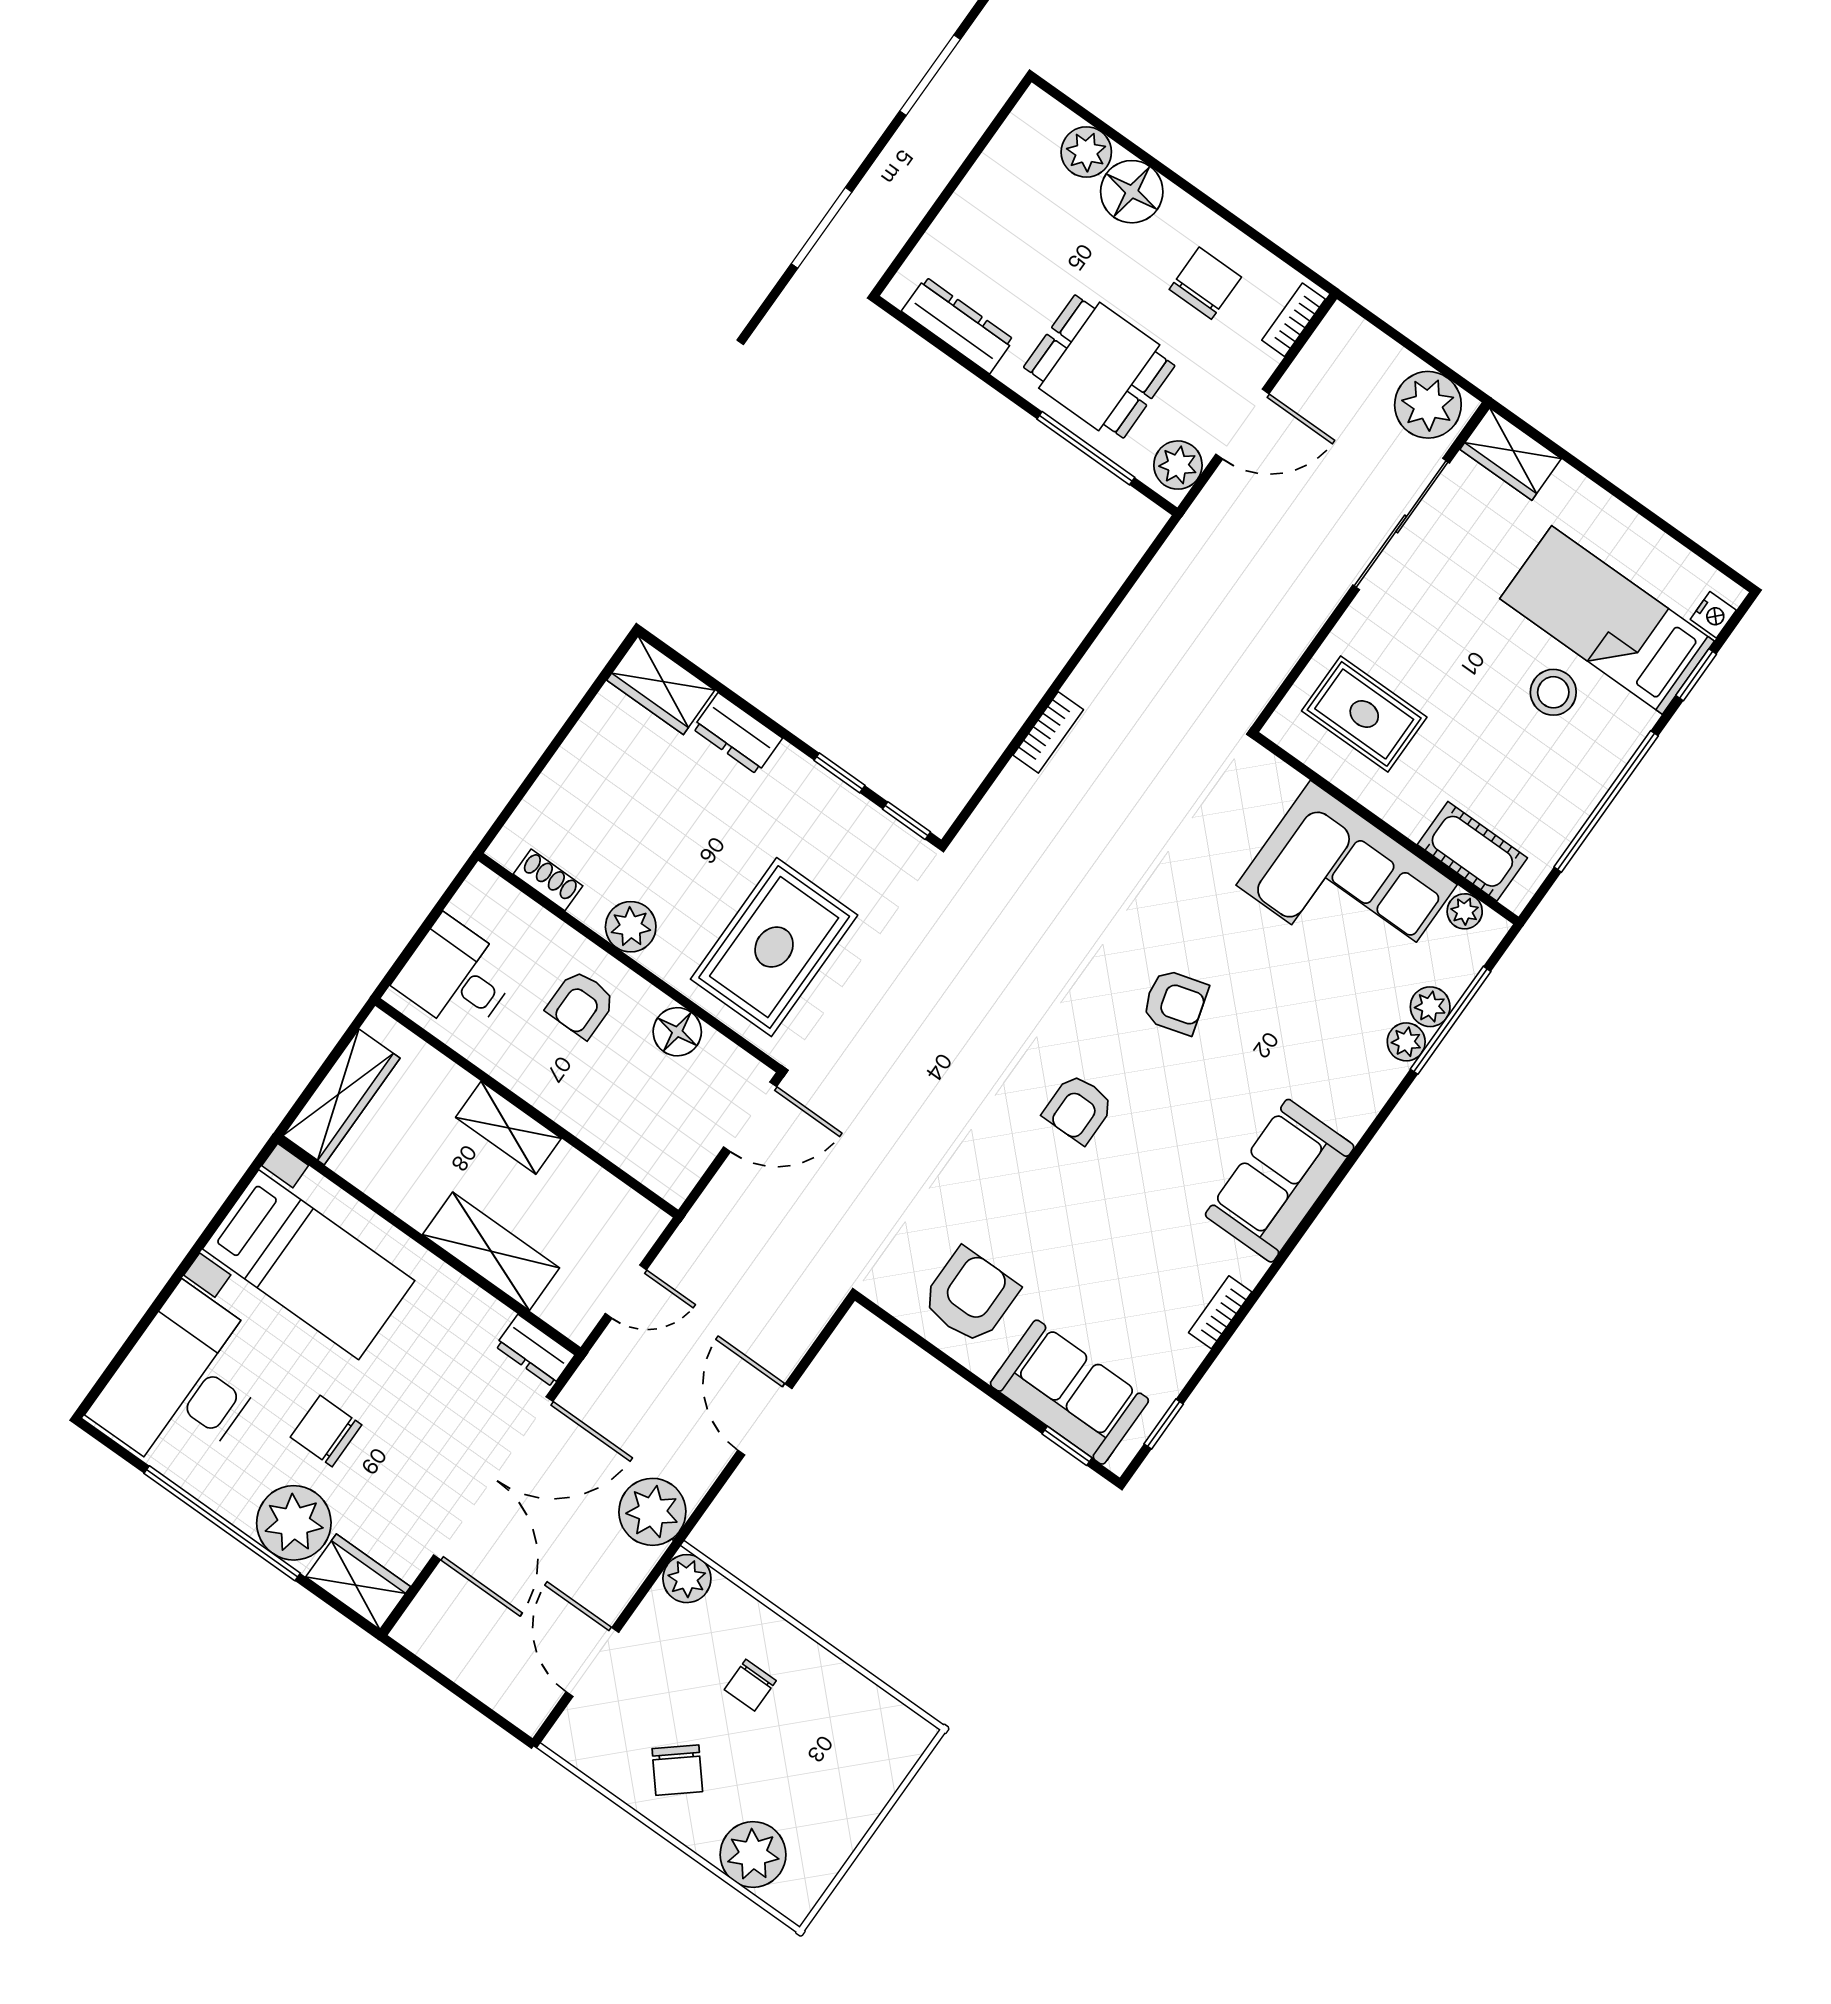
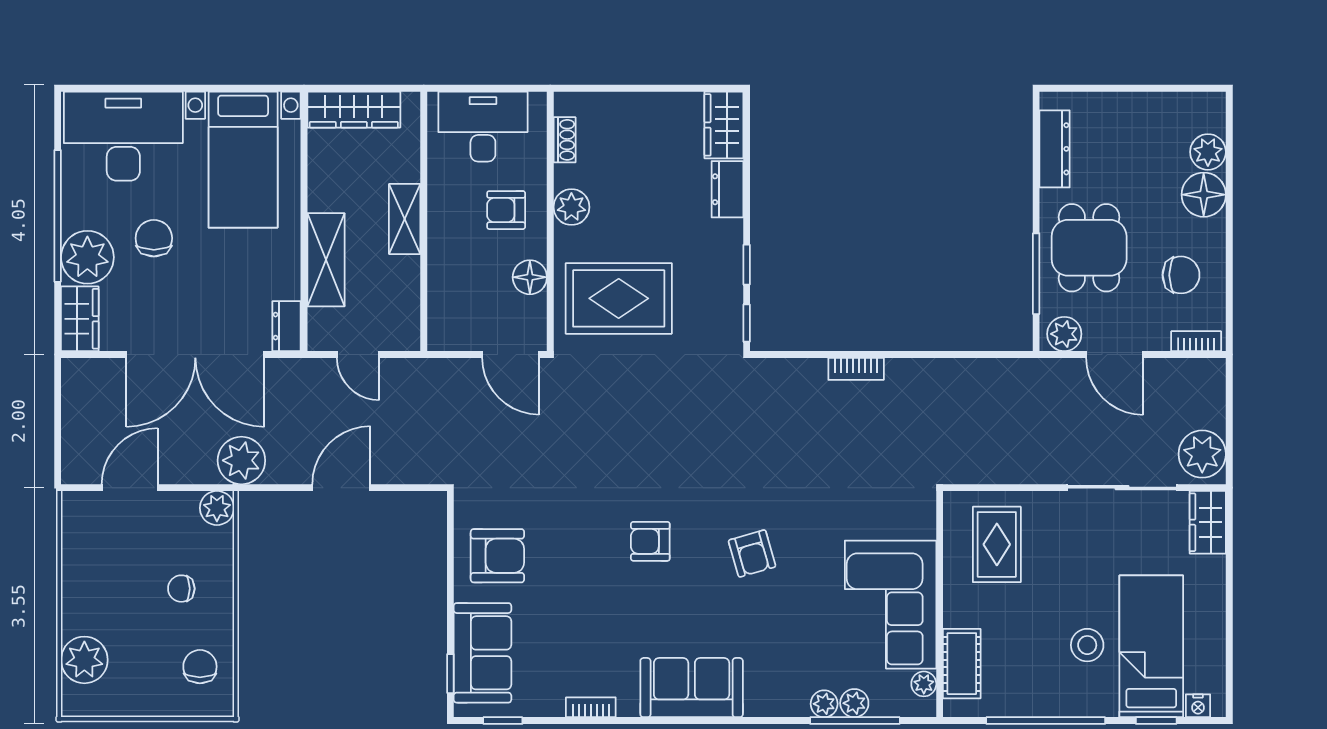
desk: (456, 977) -> (483, 127), width x1.37
chair: (677, 1770) -> (200, 667), moved, turned 130

